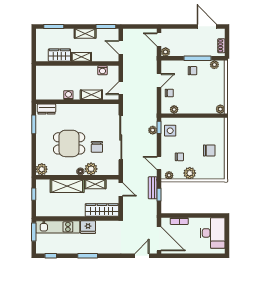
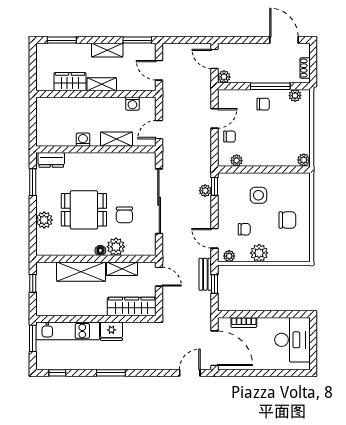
side table: (170, 131) -> (258, 195), moved
plant: (42, 169) -> (44, 220), moved

